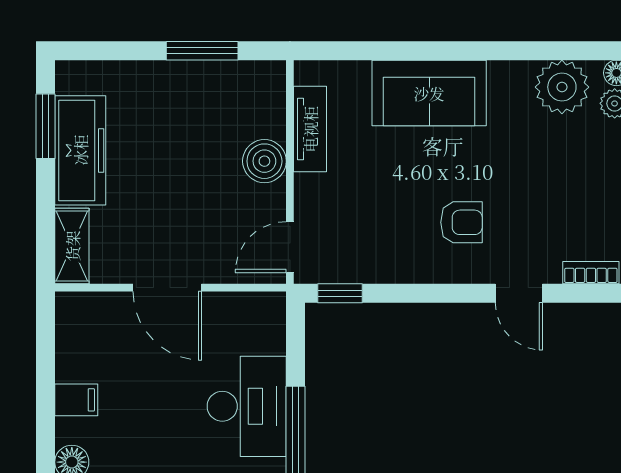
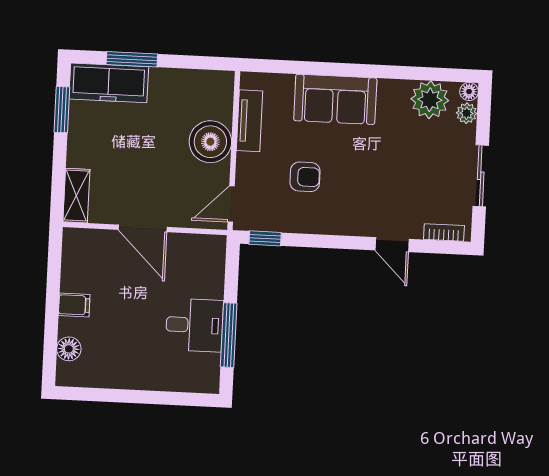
window: (202, 51) -> (132, 59), moved
freezer: (80, 150) -> (109, 83), moved, turned 90
boiler: (264, 161) -> (210, 142), width x1.37, depth x1.37
armchair: (461, 222) -> (305, 177), moved
desk: (247, 406) -> (194, 325), width x0.73

